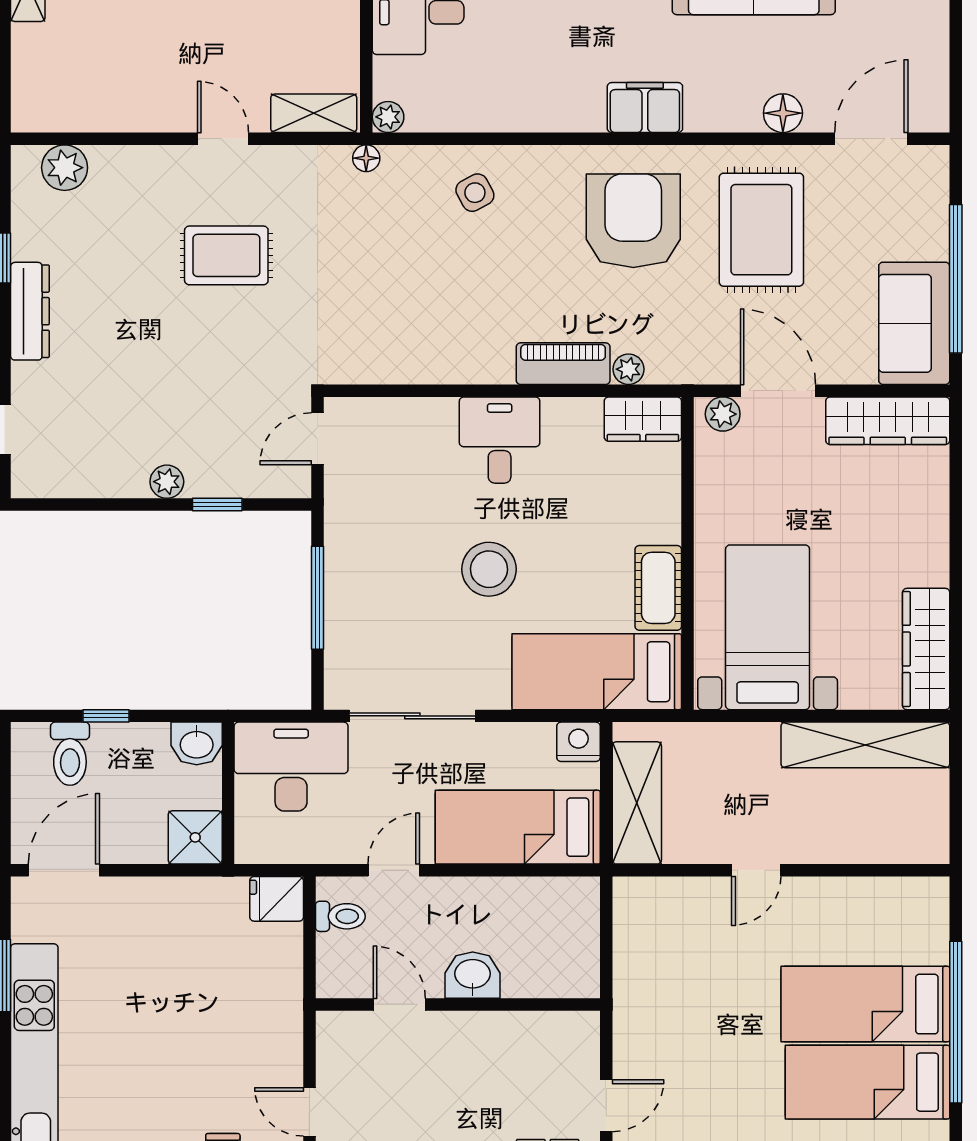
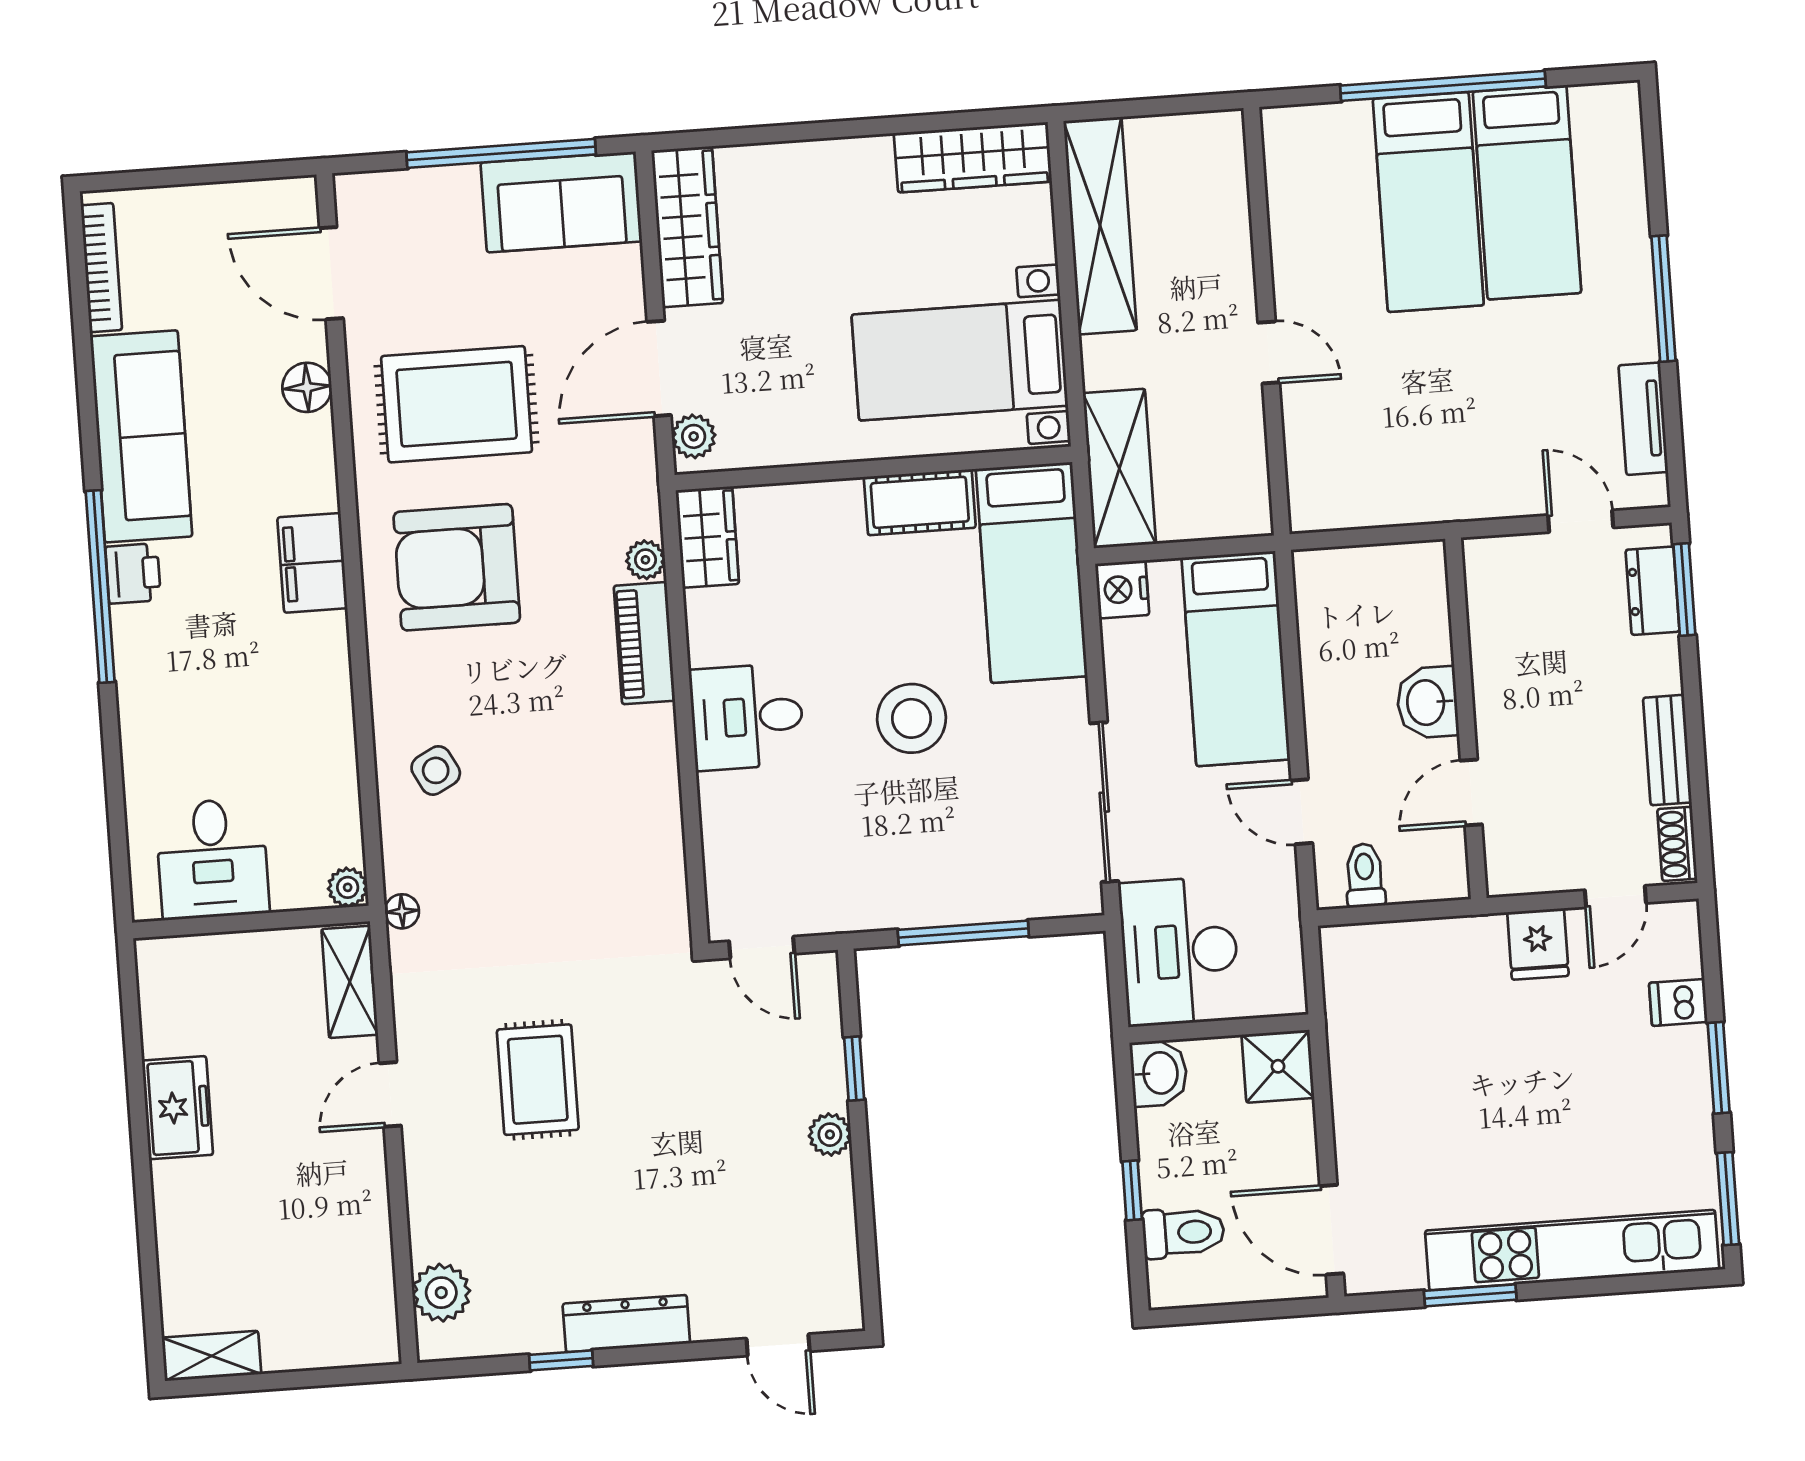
shelving: (637, 803) -> (1119, 468), moved, turned 90
fridge: (277, 899) -> (1538, 944), moved

